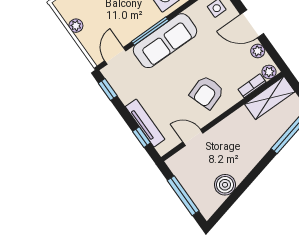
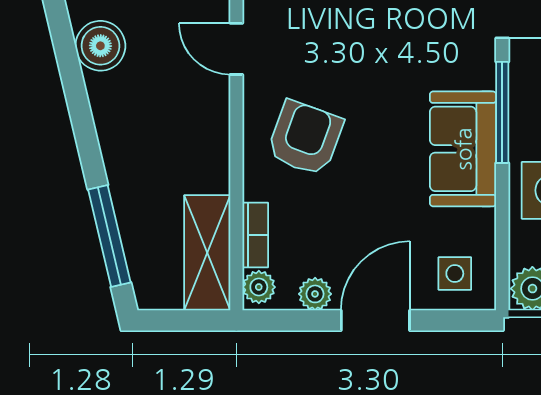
sofa: (165, 41) -> (463, 149), width x0.73
armchair: (207, 92) -> (305, 138), turned 39
door: (193, 138) -> (236, 49), swing flipped

